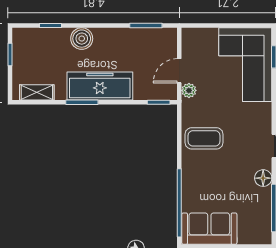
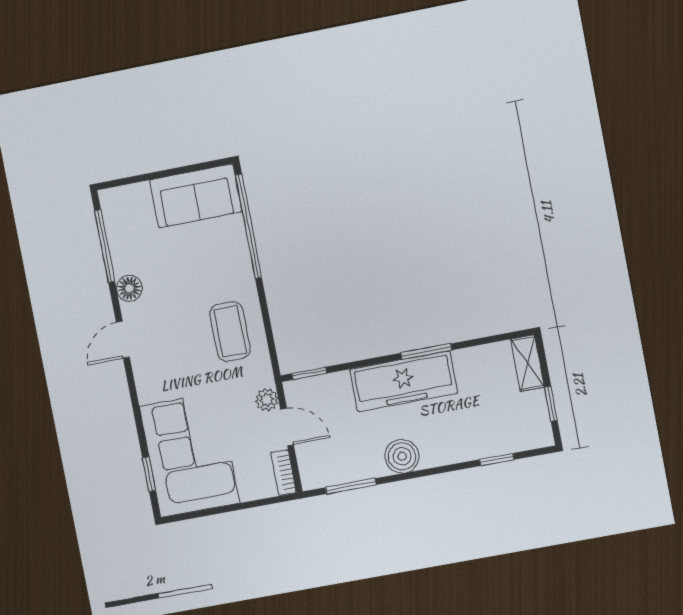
boiler: (82, 39) -> (402, 456), moved
bookcase: (187, 42) -> (283, 473), added
door: (179, 71) -> (287, 427), hinge flipped
shelving: (37, 92) -> (528, 363), moved, turned 90
coffee table: (204, 138) -> (230, 331), turned 90

